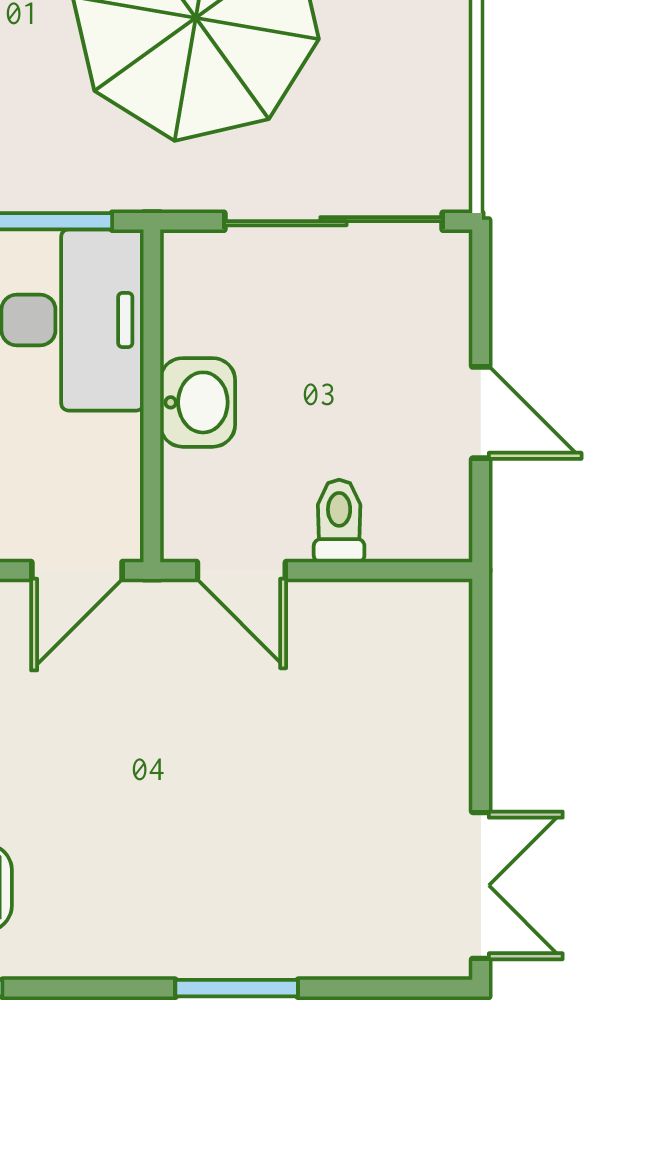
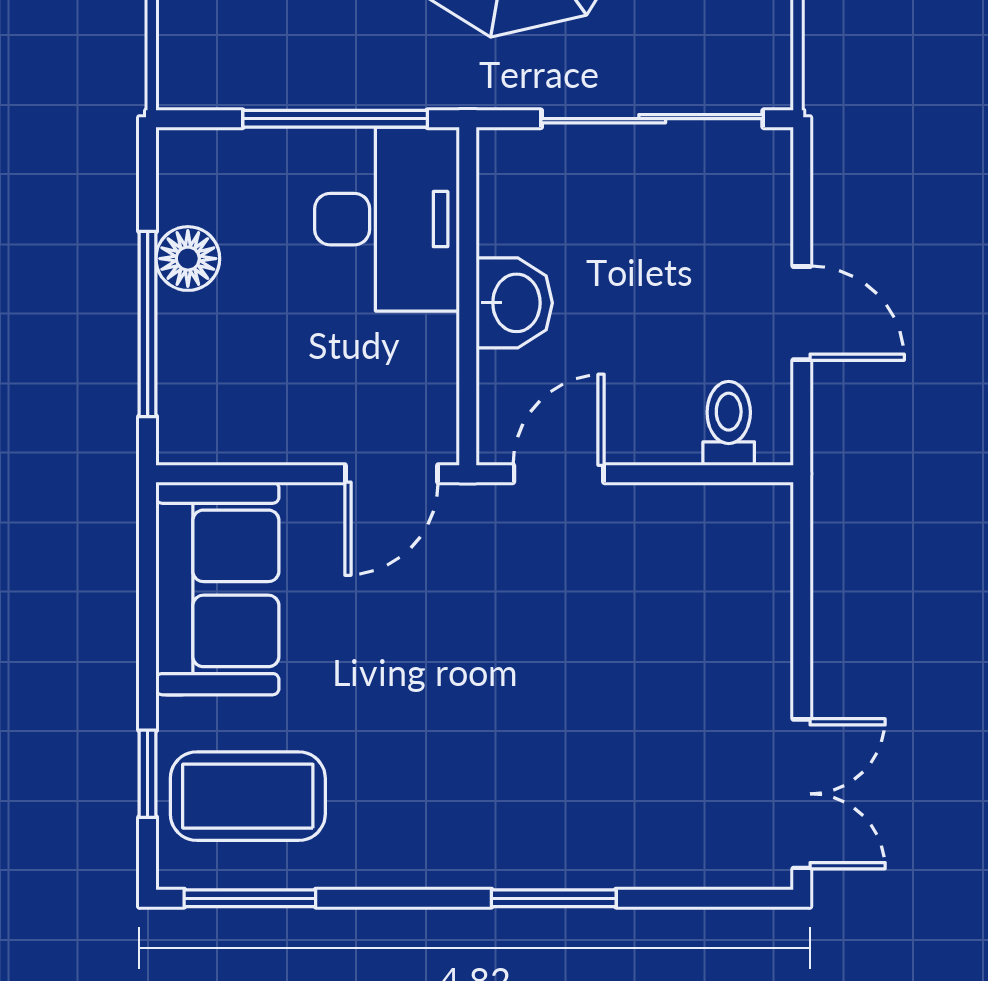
toilet: (339, 521) -> (729, 423), moved
door: (241, 570) -> (559, 474), swing flipped

